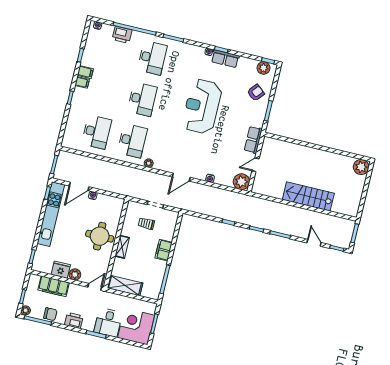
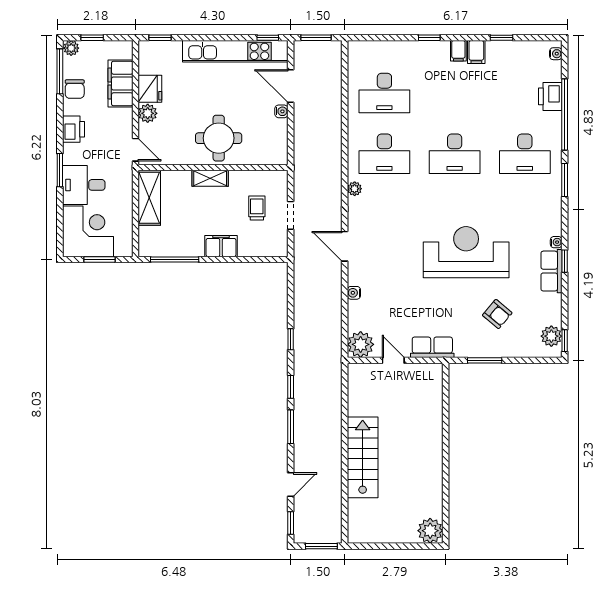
armchair: (256, 93) -> (497, 314), moved

